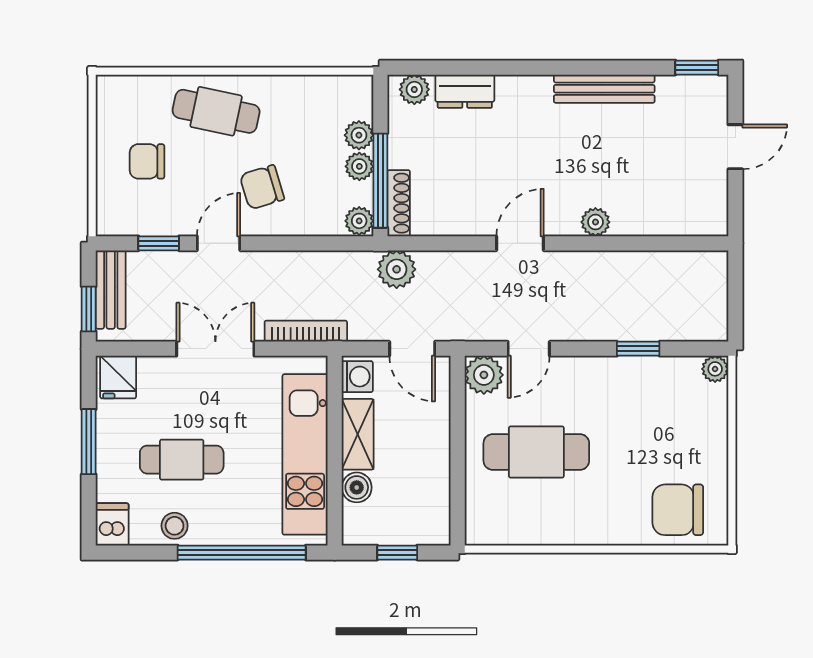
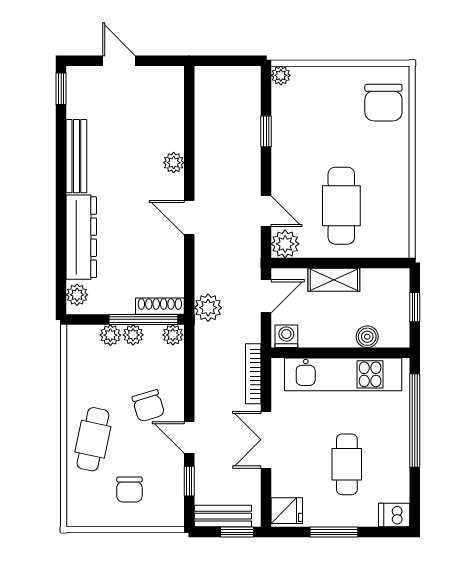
dresser: (465, 91) -> (81, 237), width x1.96, depth x1.24
shelving: (358, 434) -> (334, 280), moved
stool: (175, 526) -> (395, 470), removed

